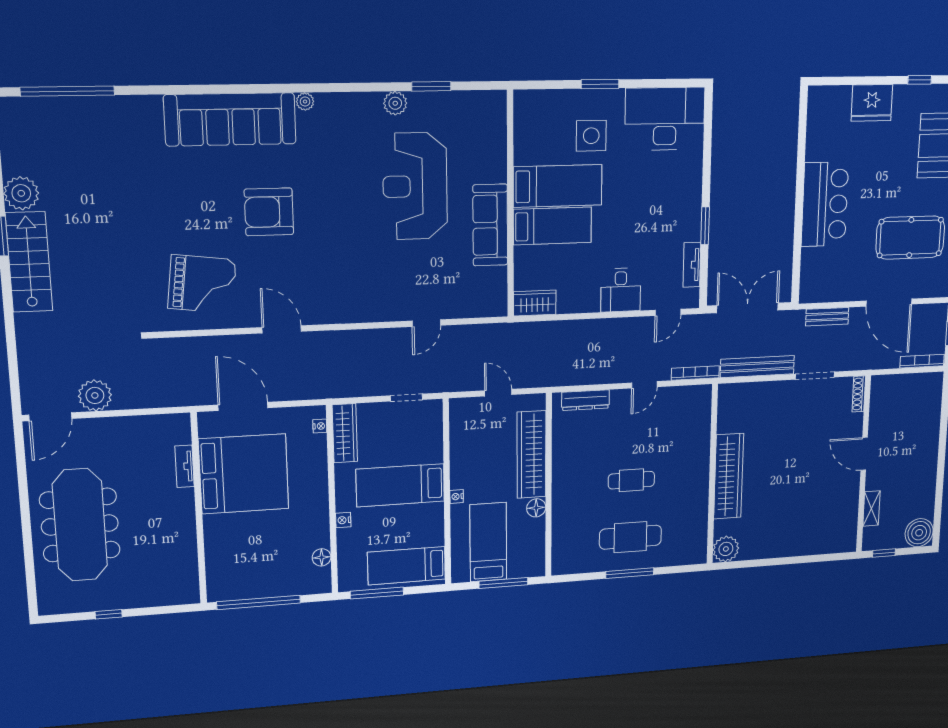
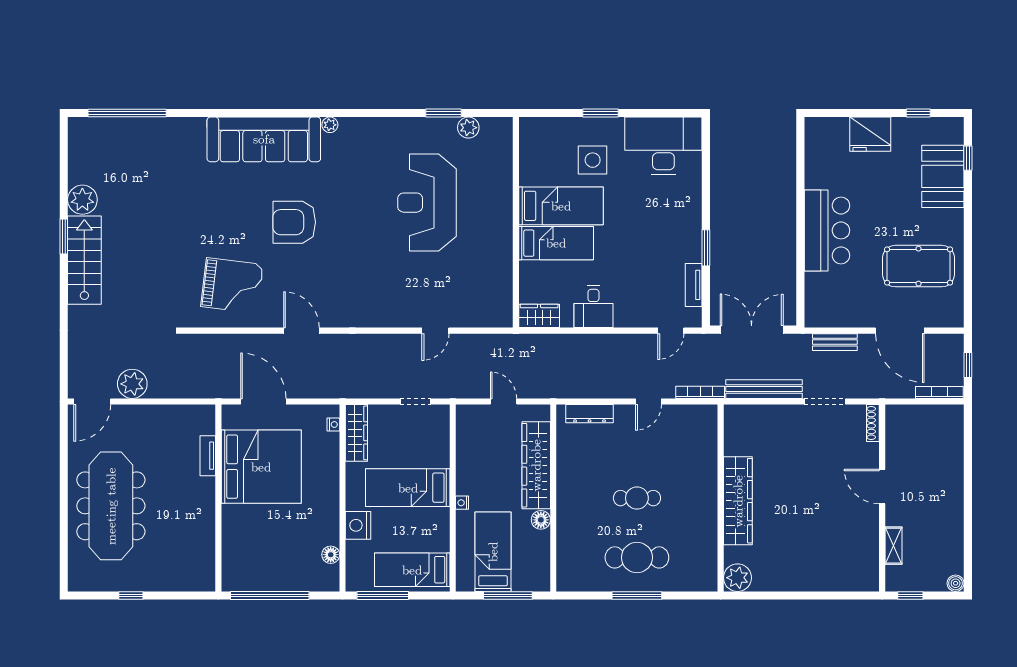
plant: (395, 103) -> (468, 128), moved
sofa: (490, 225) -> (497, 240), removed
desk: (621, 290) -> (593, 307), moved
nightstand: (343, 520) -> (358, 525), width x1.89, depth x1.79
boiler: (919, 533) -> (956, 583), width x0.54, depth x0.54

